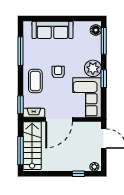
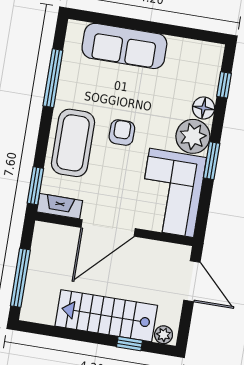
floor lamp: (96, 30) -> (204, 108), moved
window: (104, 41) -> (224, 85), width x0.46
coffee table: (35, 81) -> (73, 143), width x1.36, depth x1.32
stairs: (32, 146) -> (106, 316), moved, turned -90

